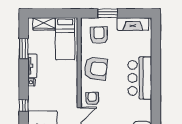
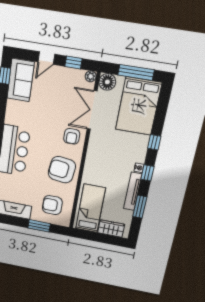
armchair: (99, 35) -> (52, 205), turned 90
tv unit: (32, 66) -> (133, 191), width x1.41
window: (24, 79) -> (147, 173), added

